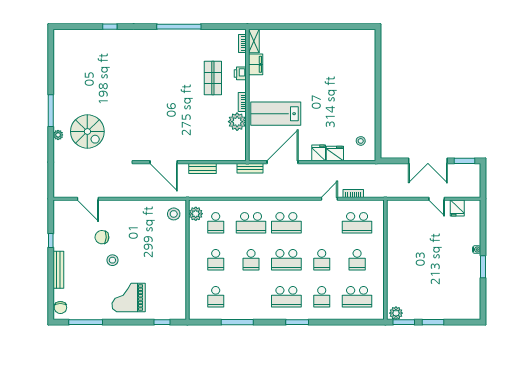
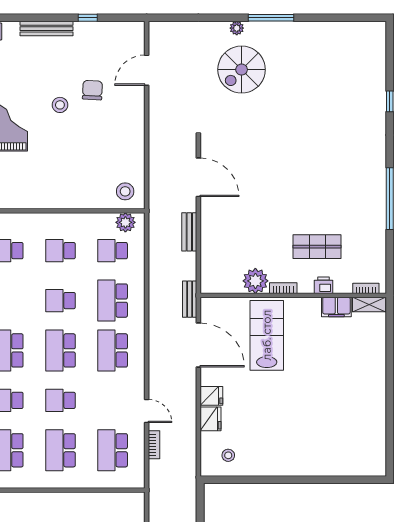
door: (164, 162) -> (198, 177), swing flipped
school desk: (357, 260) -> (60, 450), width x1.85

